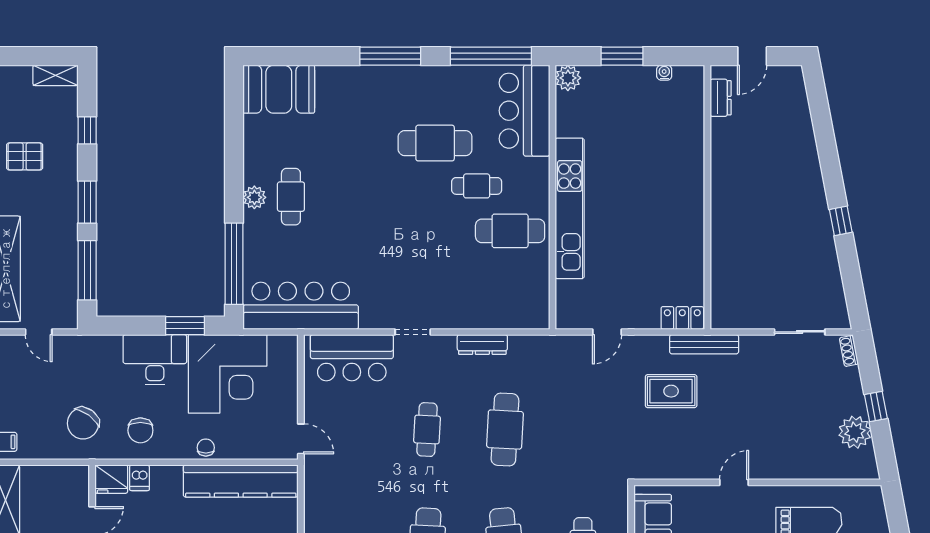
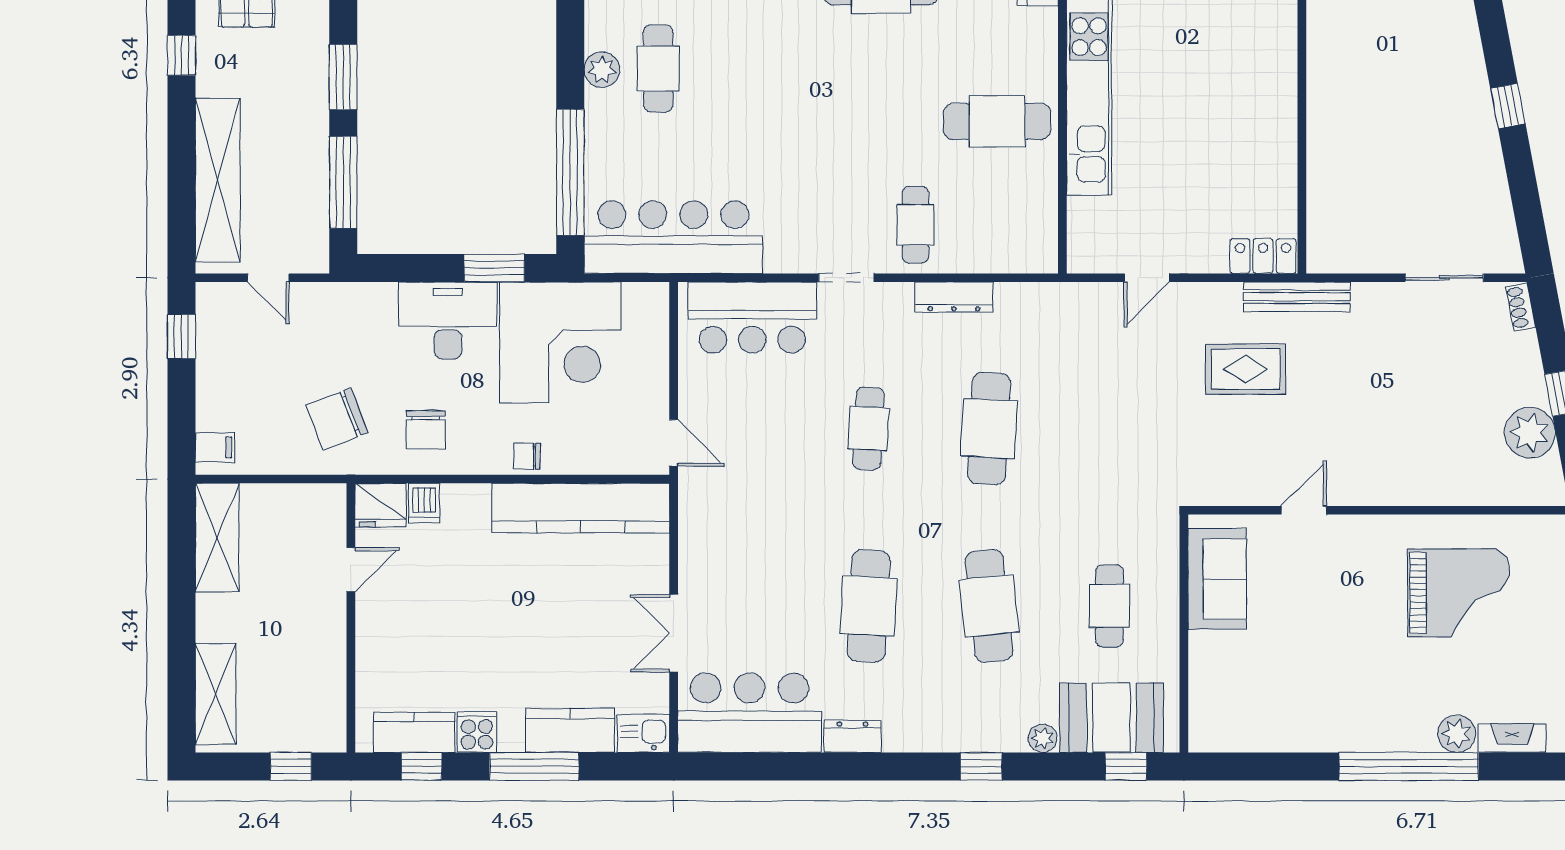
cafe table: (477, 186) -> (916, 225), moved, turned 90
chair: (83, 423) -> (337, 419), turned 33
chair: (206, 448) -> (527, 456), turned -89
door: (734, 482) -> (1304, 510), moved

